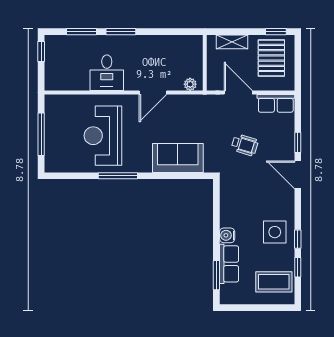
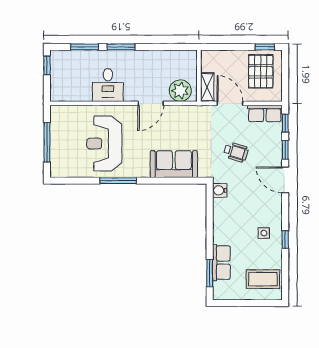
shelving: (232, 42) -> (207, 87), moved, turned 90
plant: (190, 84) -> (180, 91), width x1.87, depth x1.87
side table: (275, 232) -> (264, 233), width x0.54, depth x0.54
water cooler: (227, 235) -> (220, 190), moved
window: (298, 267) -> (285, 123), moved

